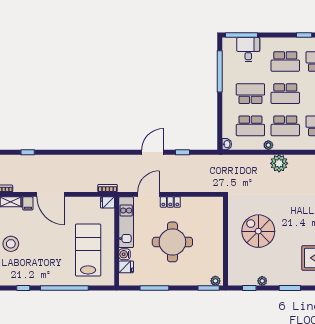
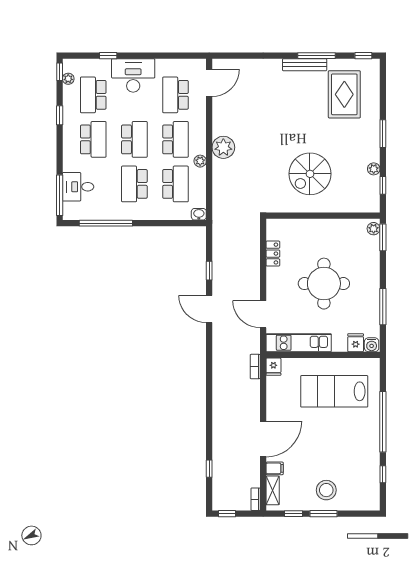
locker: (170, 202) -> (273, 254), moved
water cooler: (125, 254) -> (372, 345), moved

